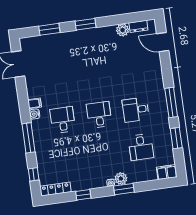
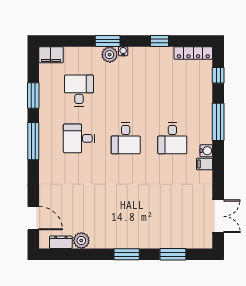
desk: (136, 110) -> (79, 138), turned 180

